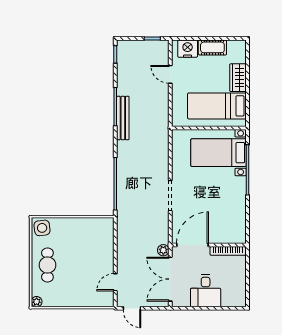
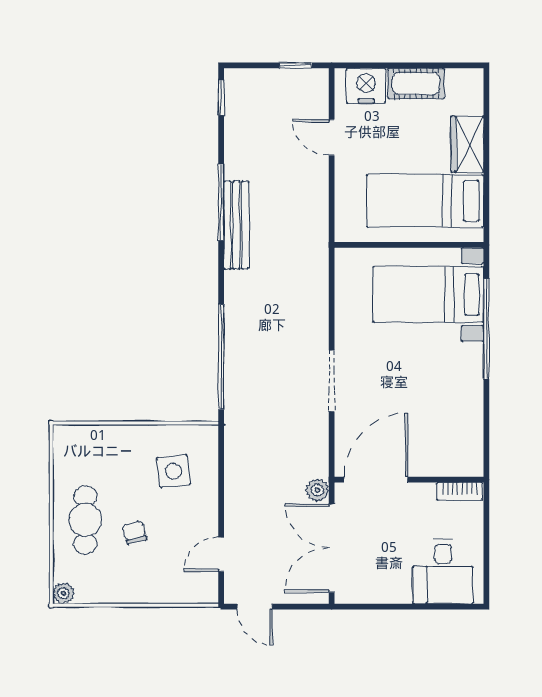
side table: (42, 228) -> (173, 471), moved
bookcase: (228, 251) -> (460, 492), width x0.64
chair: (72, 271) -> (134, 532), added
desk: (206, 291) -> (443, 571), moved

